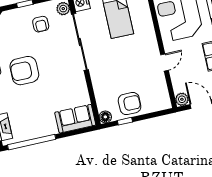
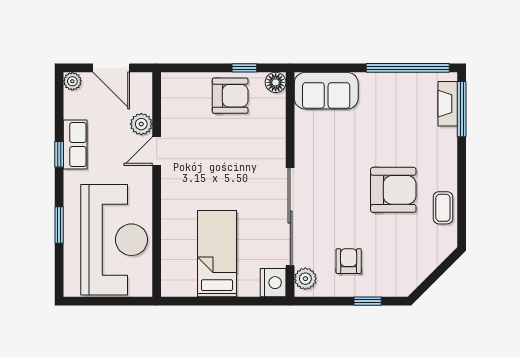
plant: (182, 99) -> (141, 124), moved
armchair: (130, 104) -> (230, 96), turned 180

